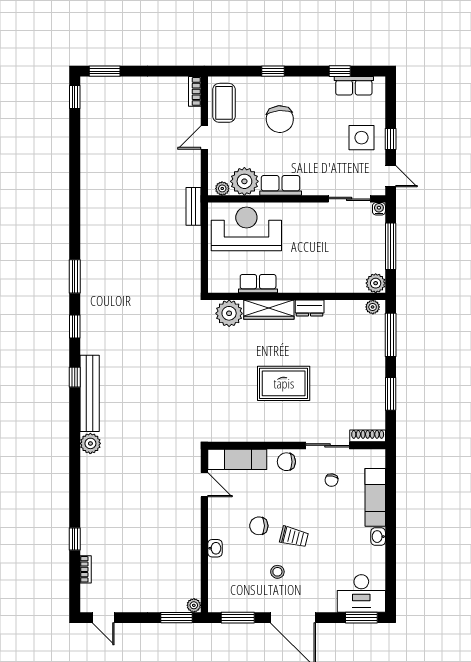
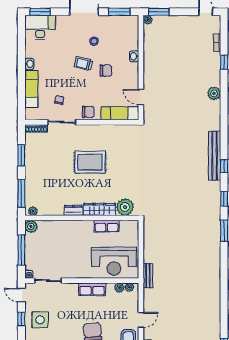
plant: (244, 181) -> (119, 288), width x0.53, depth x0.53
plant: (90, 443) -> (214, 93), moved

